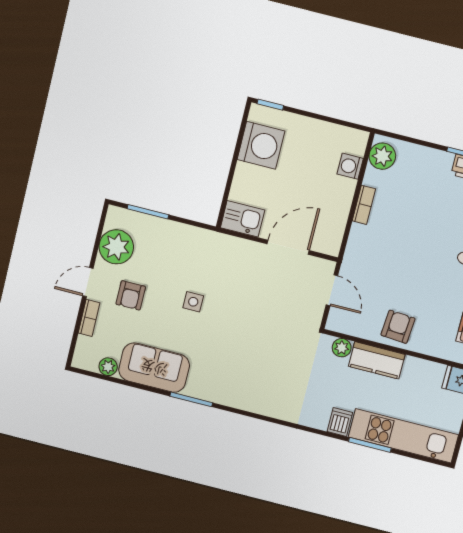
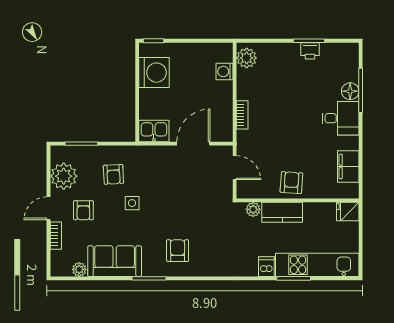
bookcase: (364, 205) -> (242, 115), moved
armchair: (179, 260) -> (113, 174), added
armchair: (235, 375) -> (178, 251), added

